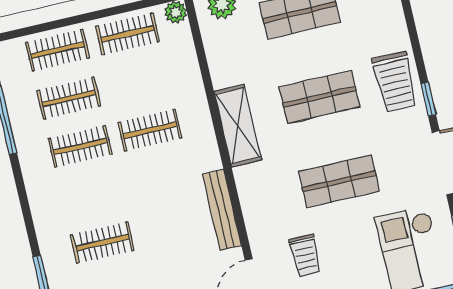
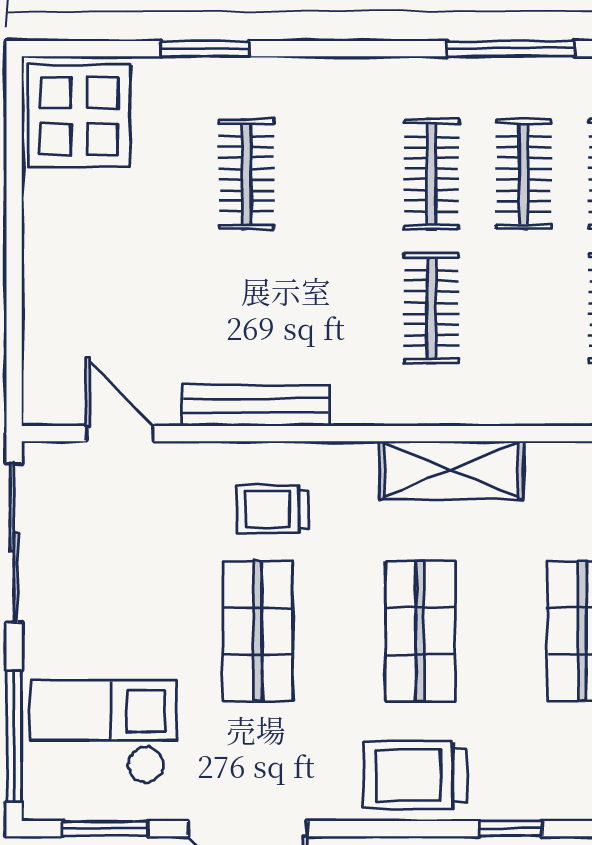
window: (428, 99) -> (511, 829), moved
shelving: (238, 126) -> (451, 470), moved
trolley: (305, 255) -> (273, 509), moved

